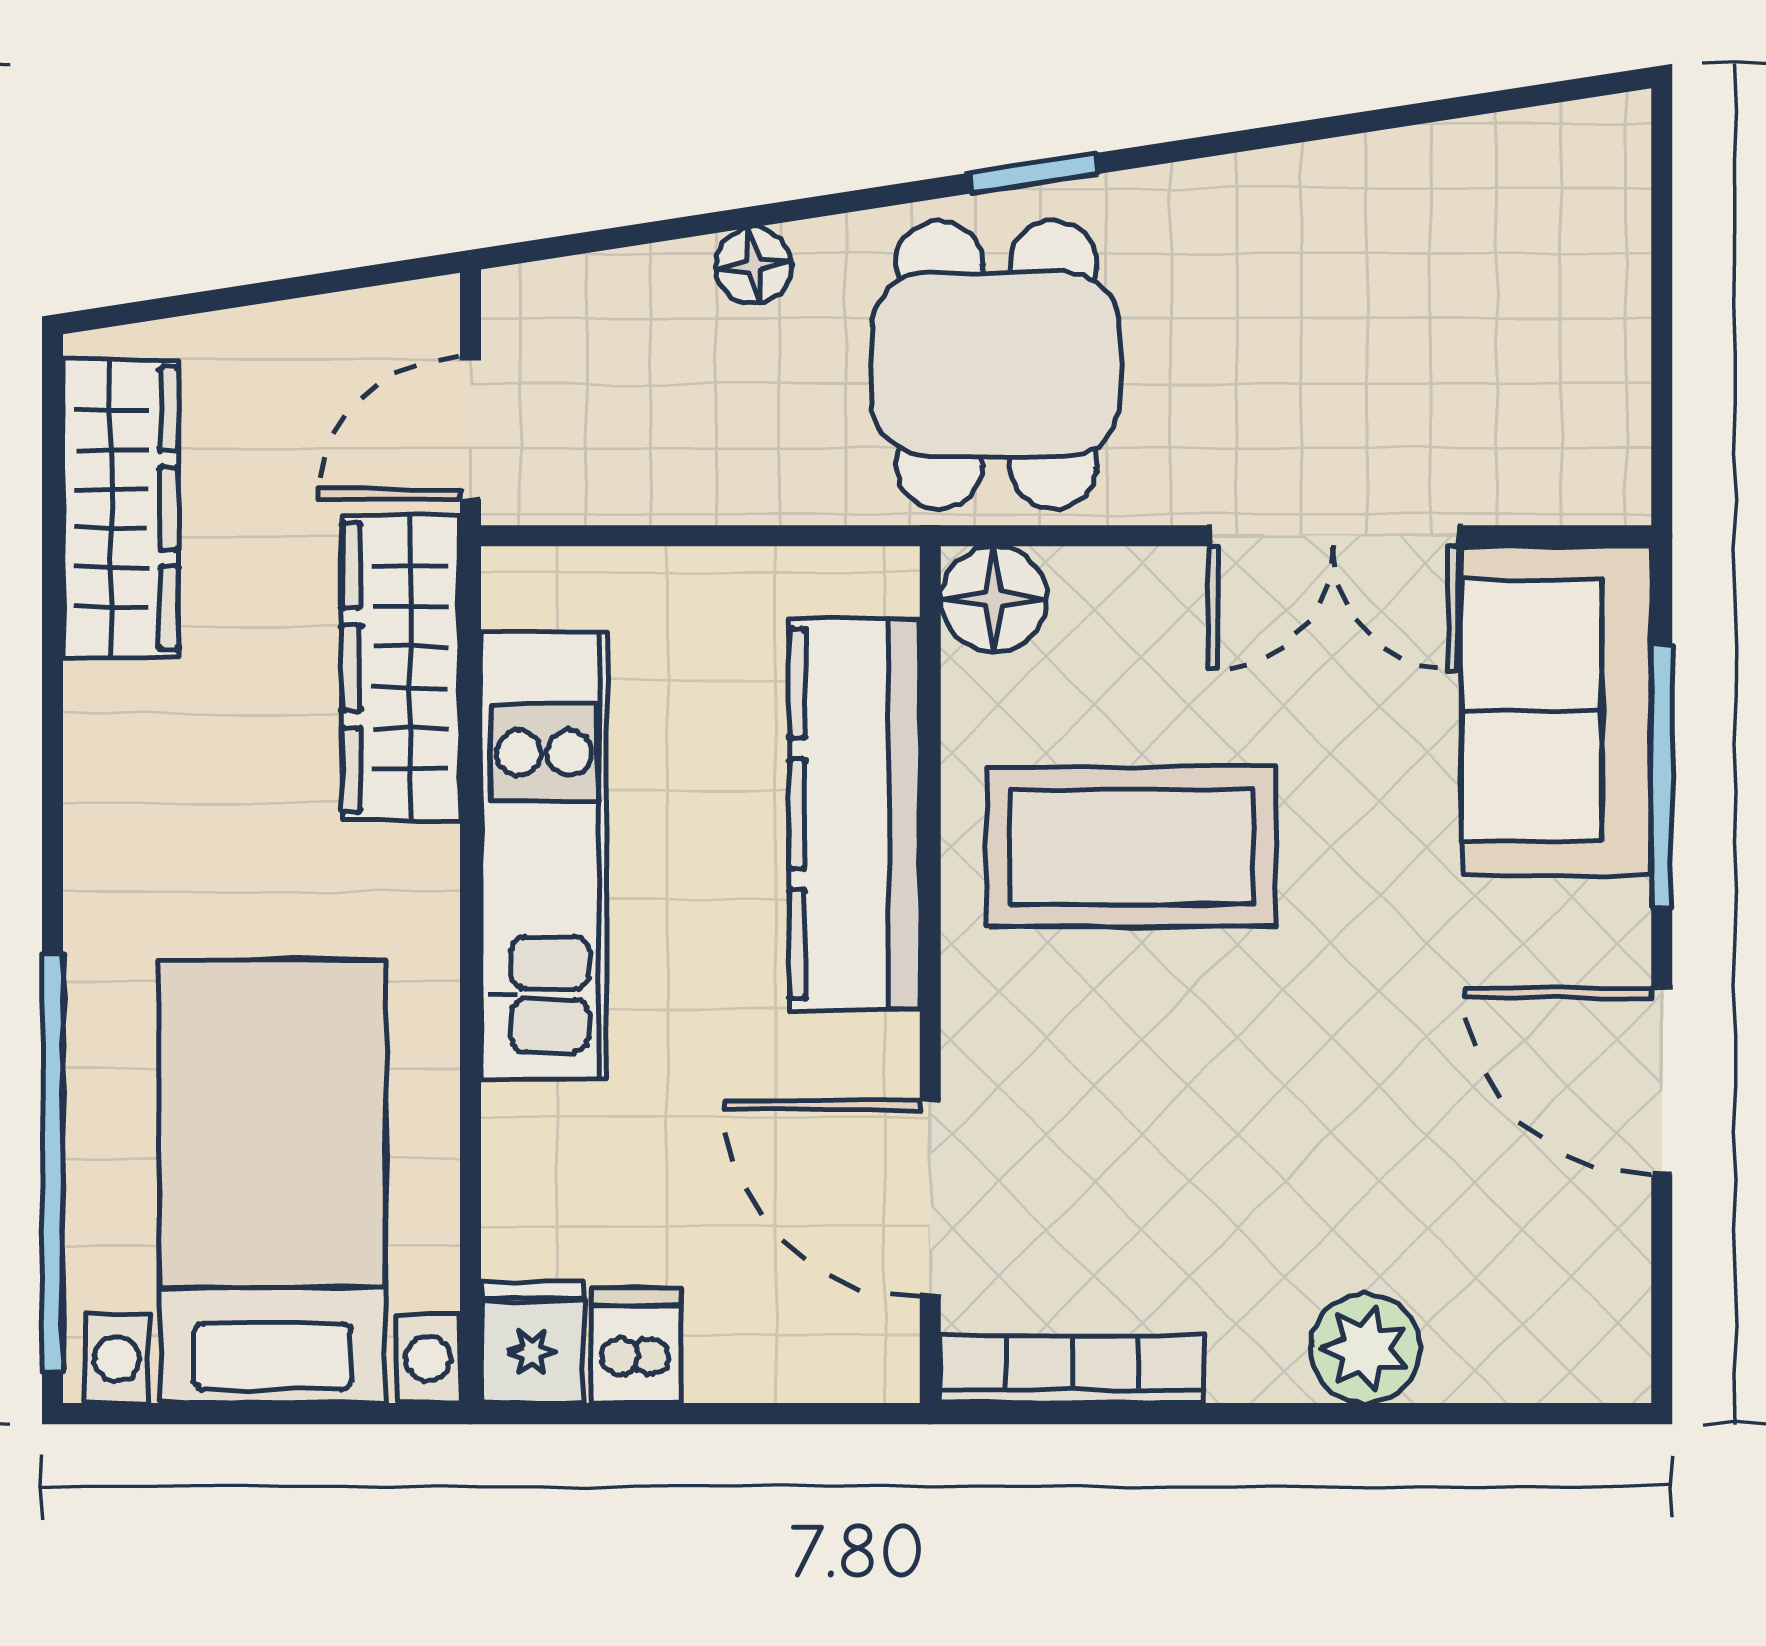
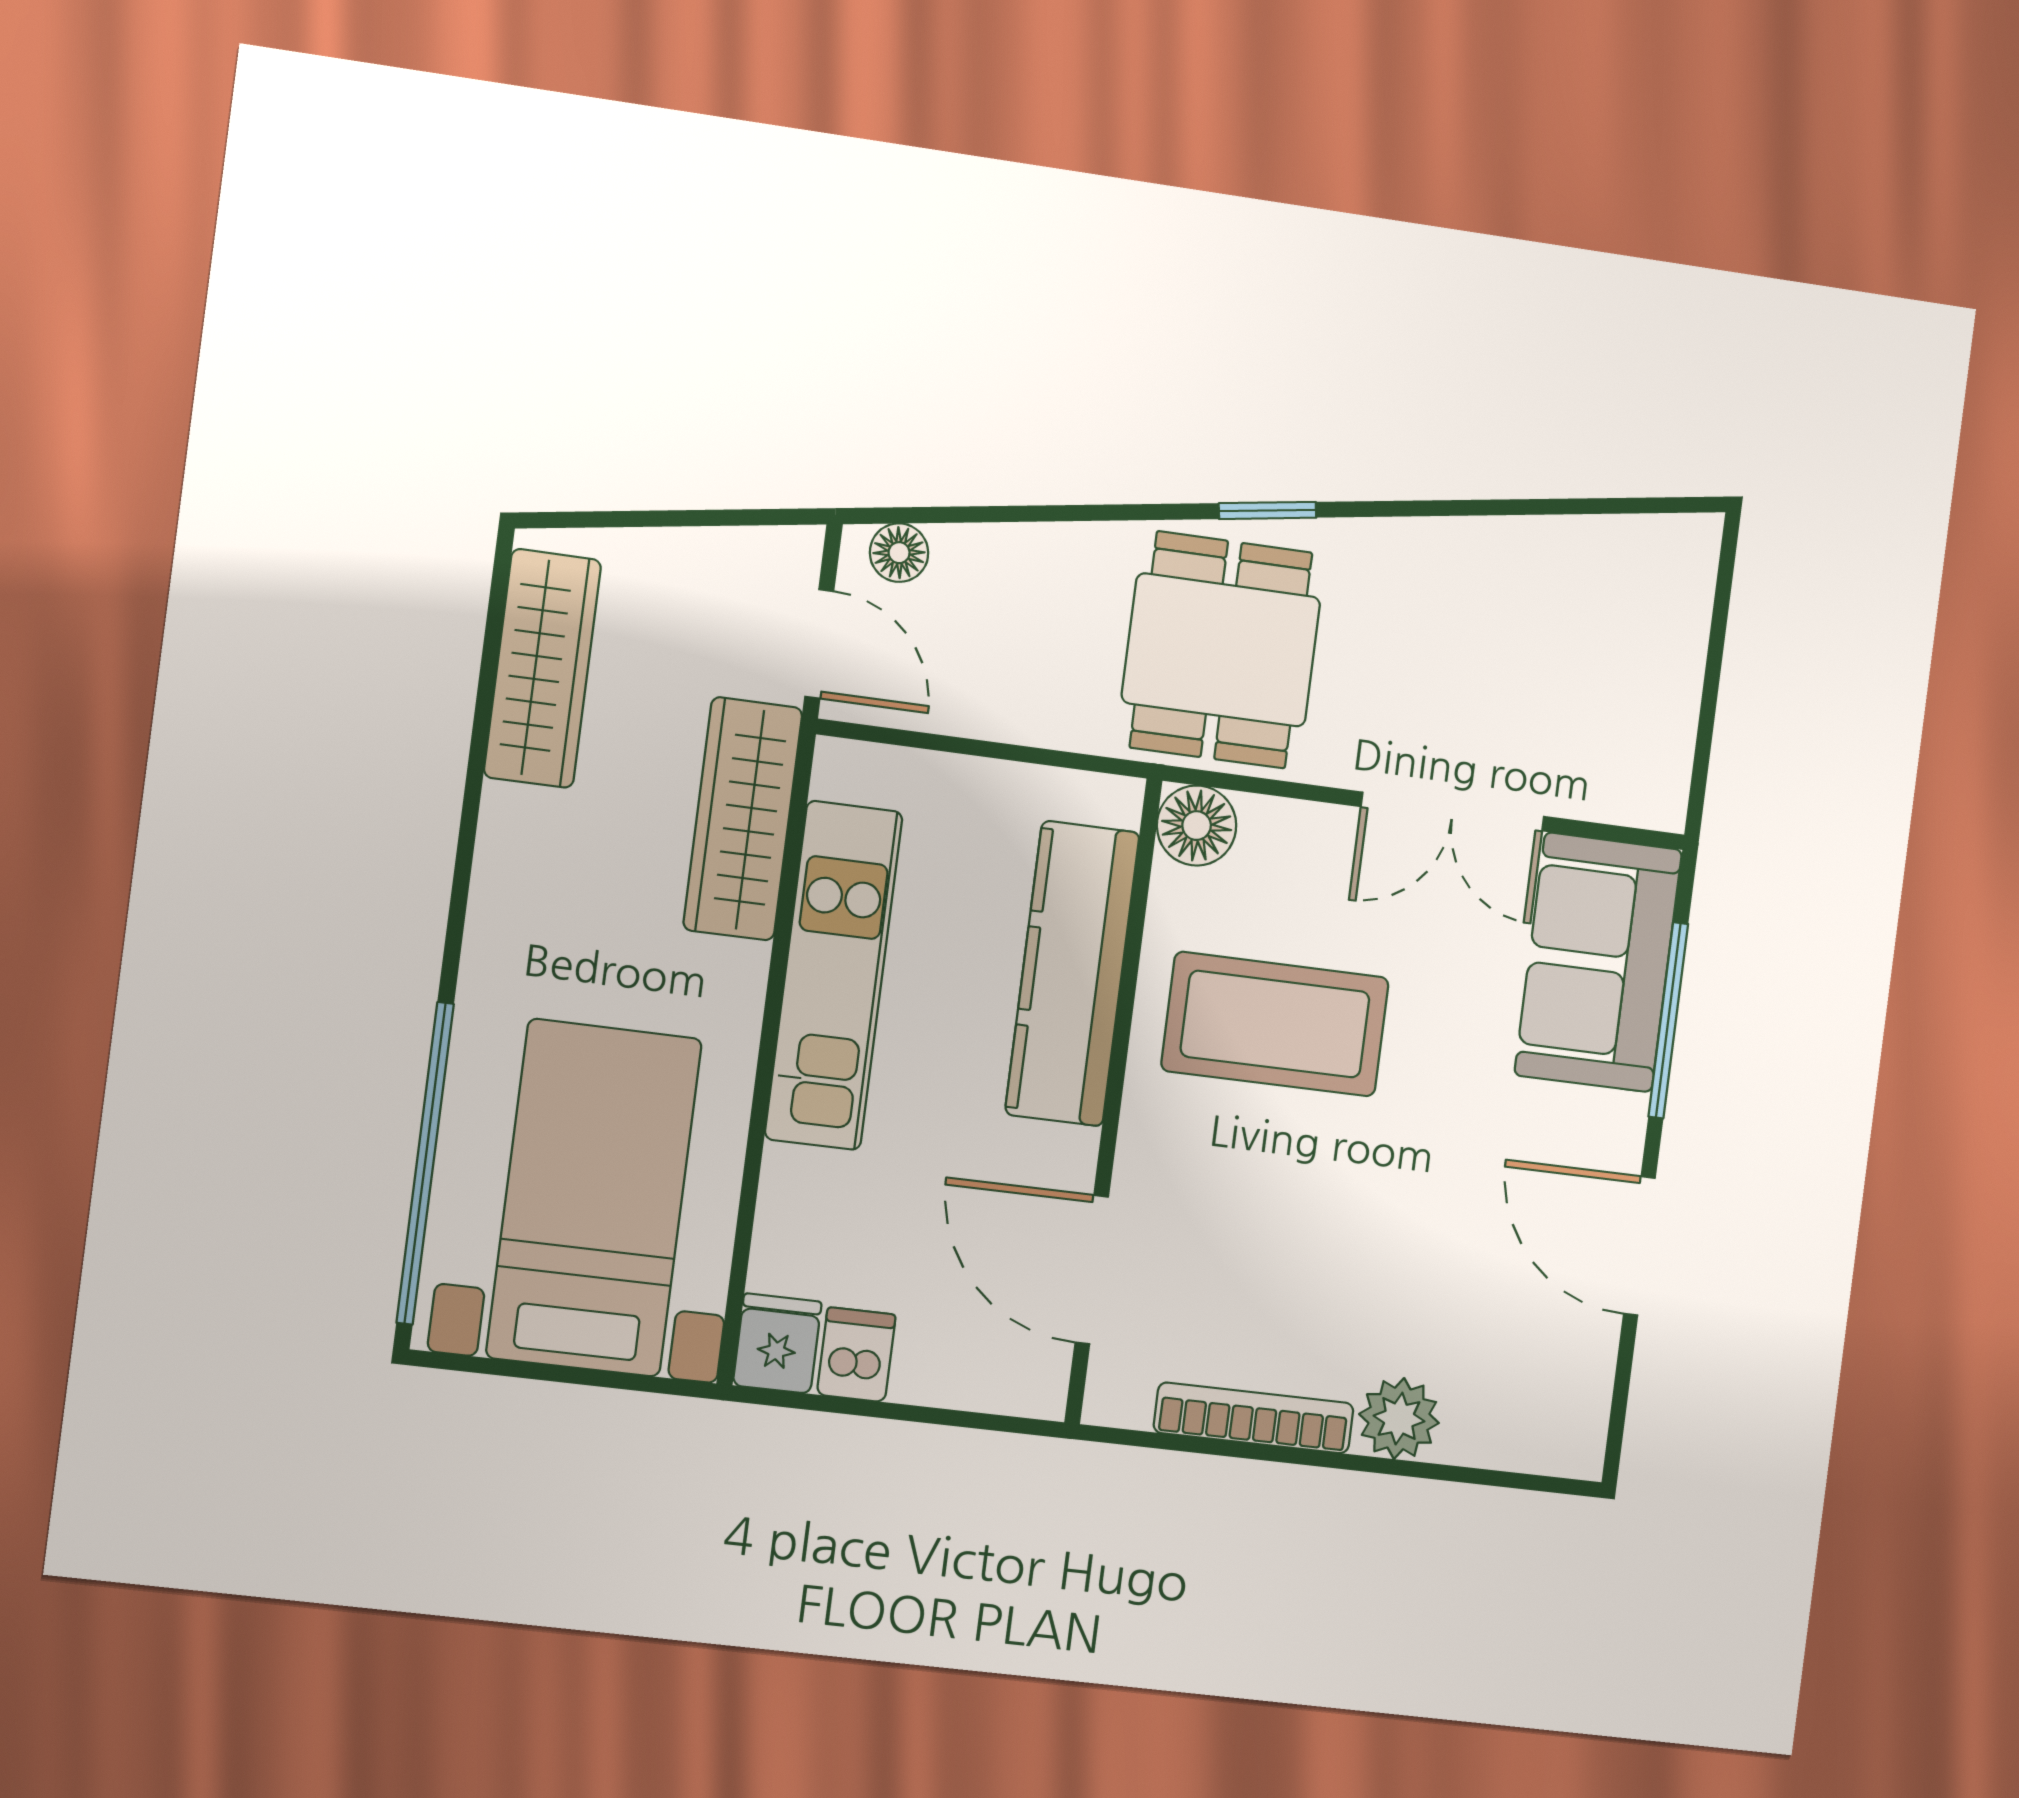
floor lamp: (754, 266) -> (899, 553), moved
door: (470, 429) -> (819, 644), swing flipped
bookcase: (1073, 1369) -> (1254, 1418), moved

